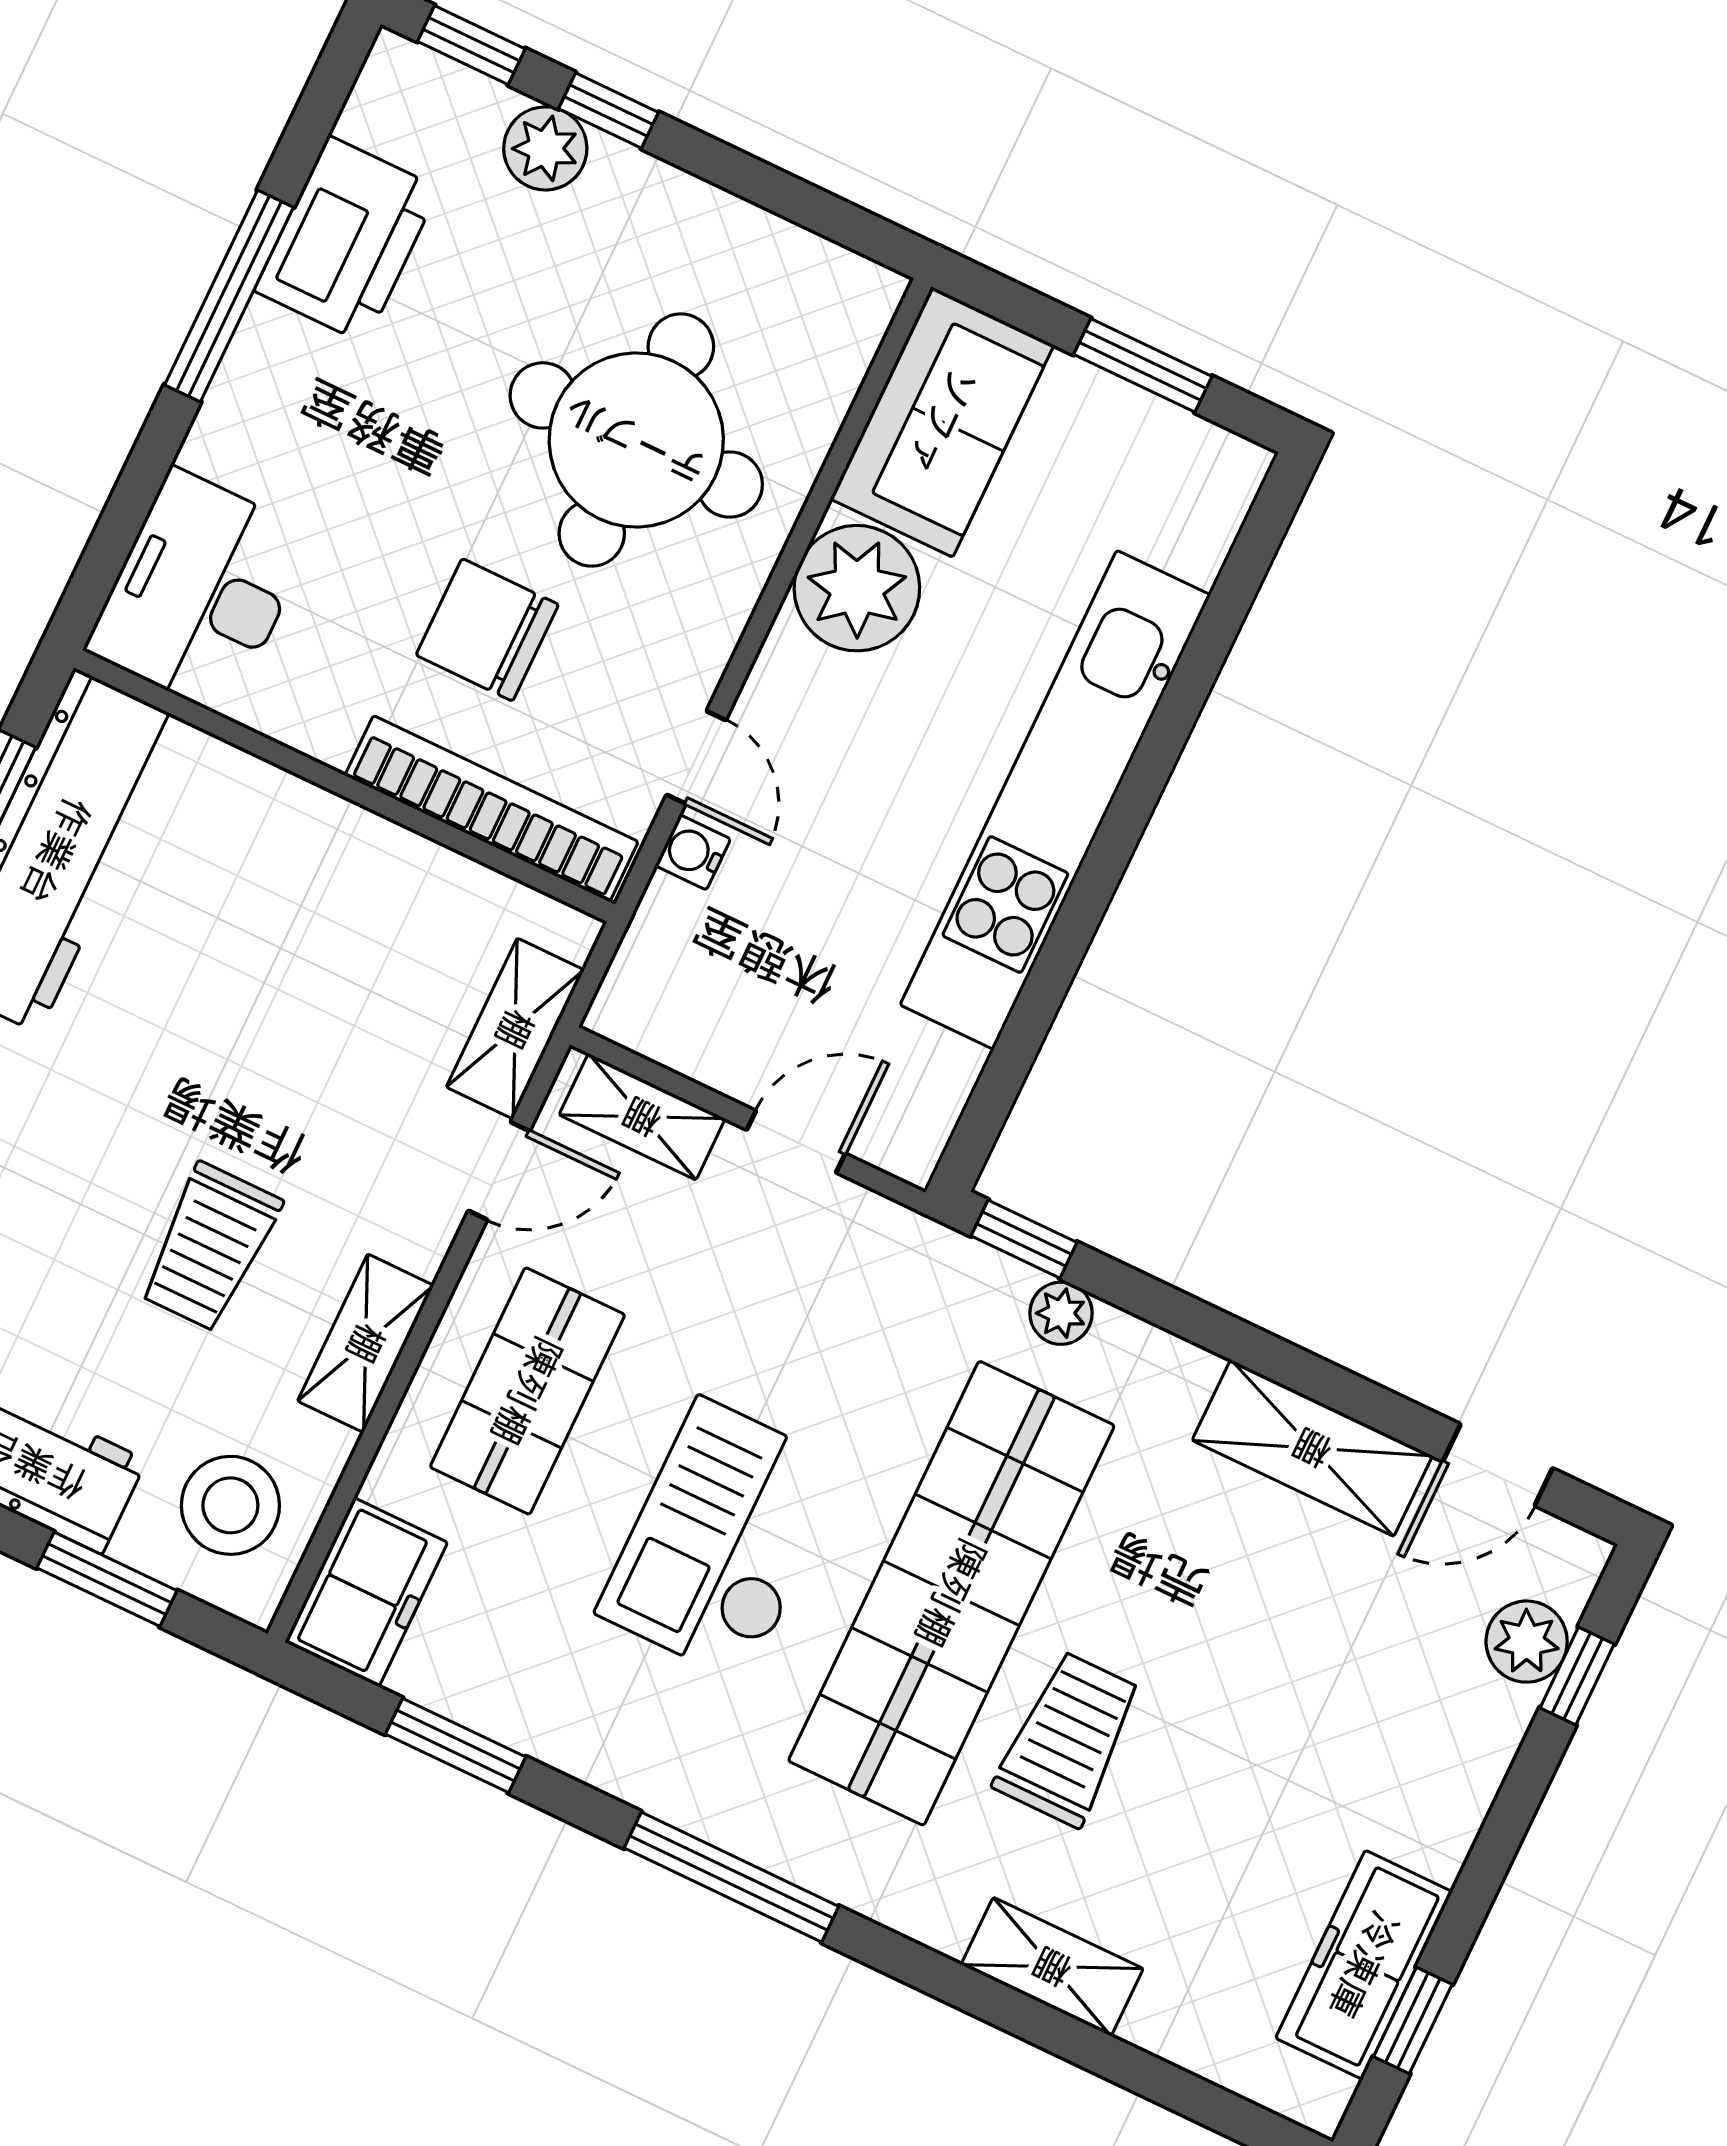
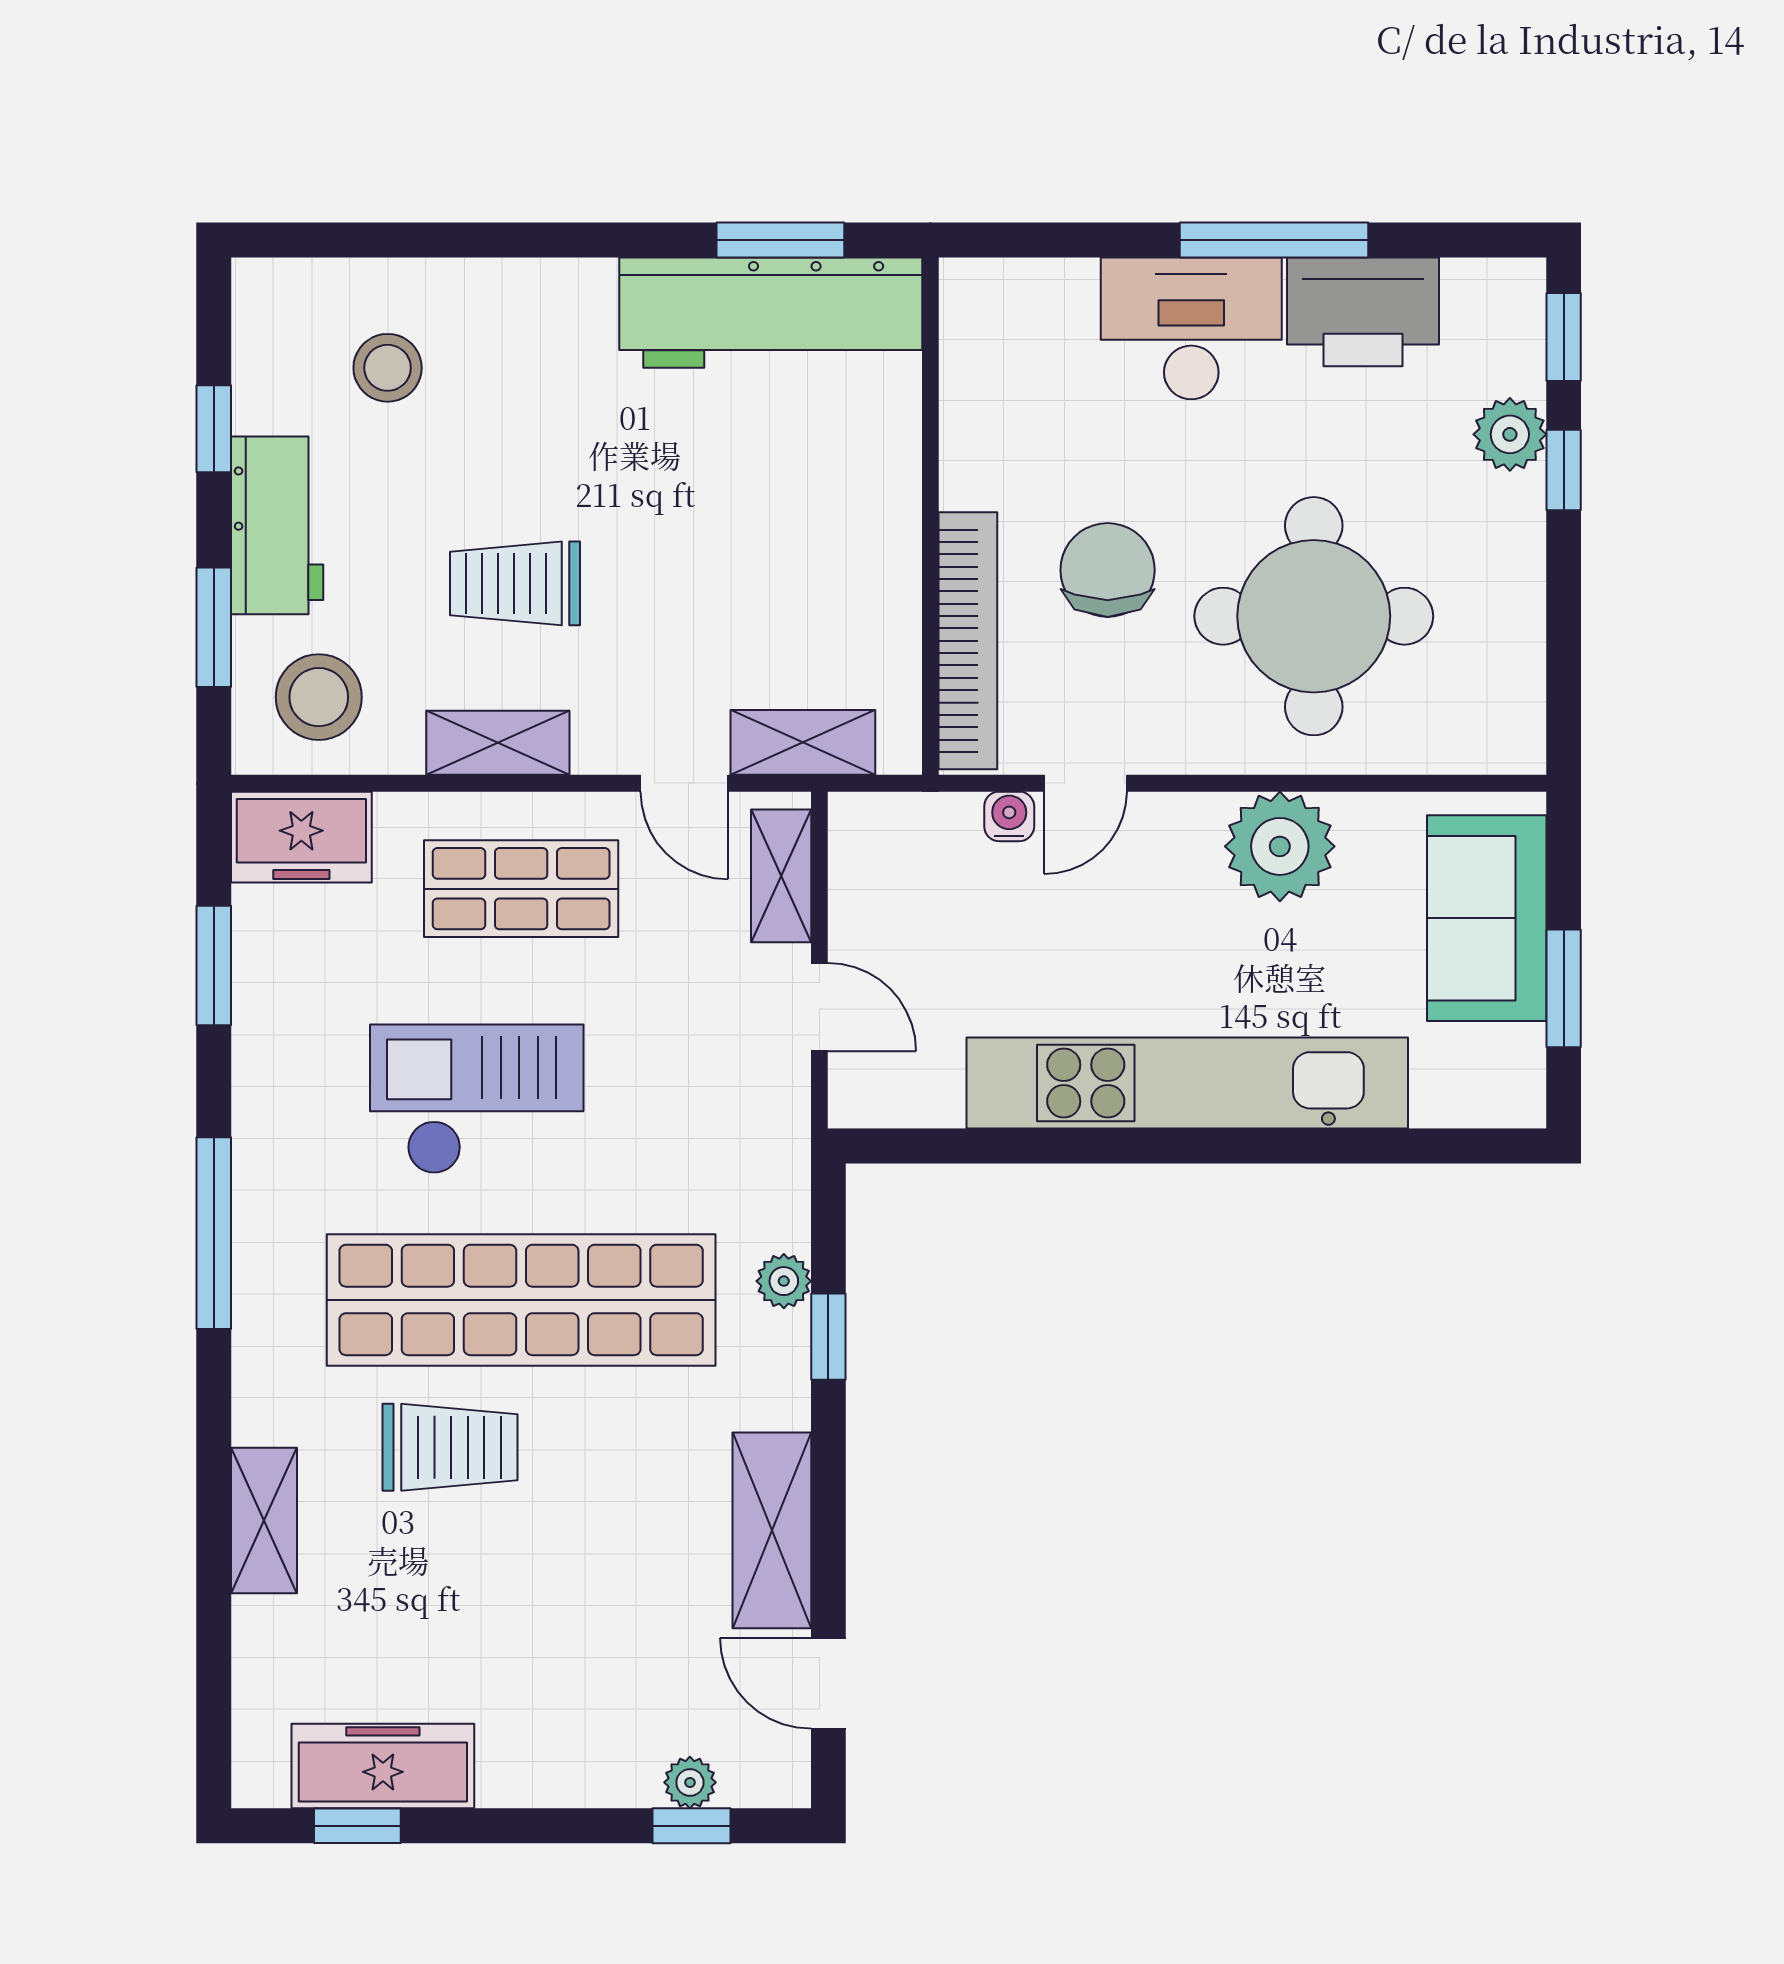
sofa: (942, 422) -> (1487, 918), moved, turned 90
desk: (200, 592) -> (1191, 328), moved
window: (1024, 1239) -> (828, 1337), moved
plant: (1527, 1642) -> (690, 1782), width x0.73, depth x0.73

